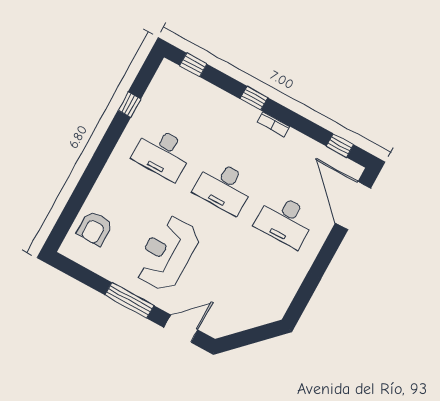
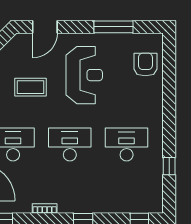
bookcase: (273, 124) -> (45, 209), moved
coffee table: (232, 272) -> (31, 87), added
window: (129, 300) -> (113, 27), moved

